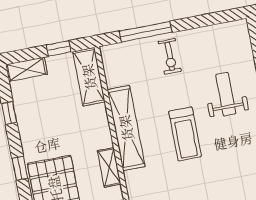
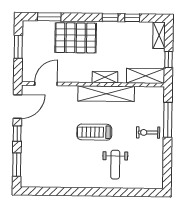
weight bench: (226, 94) -> (115, 165), turned 90
shelving: (109, 167) -> (105, 77), moved
window: (20, 168) -> (110, 18), moved

